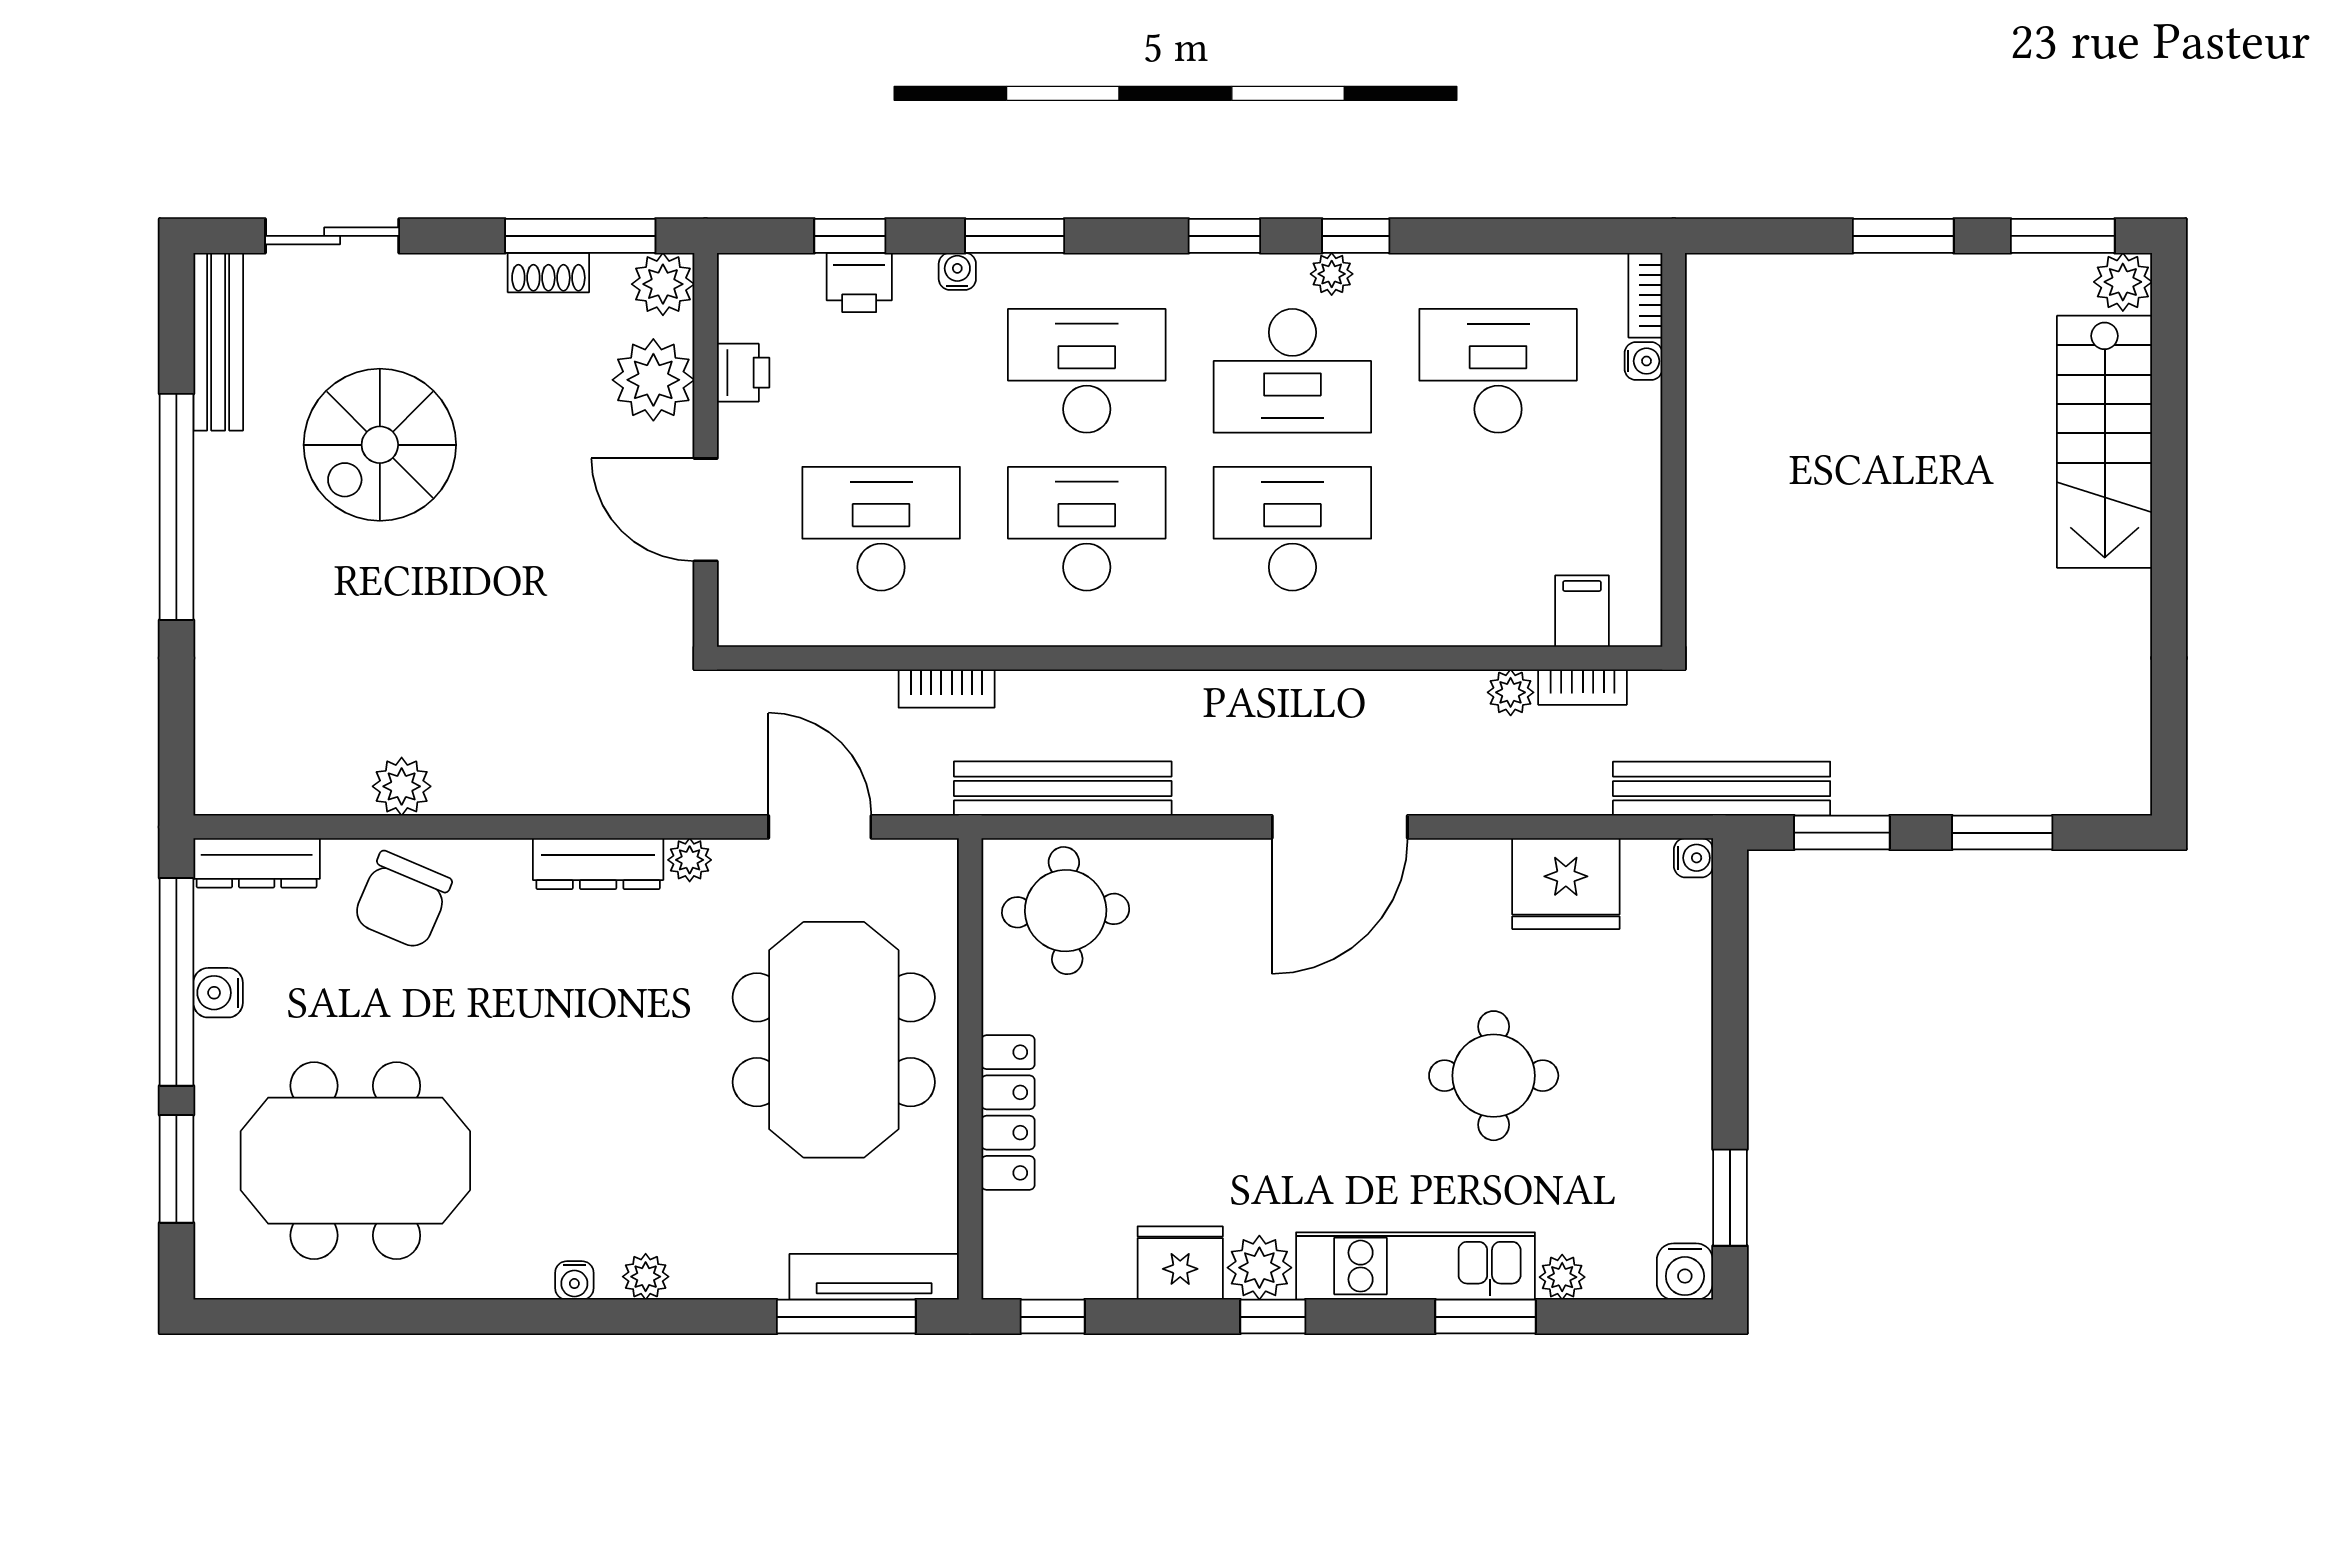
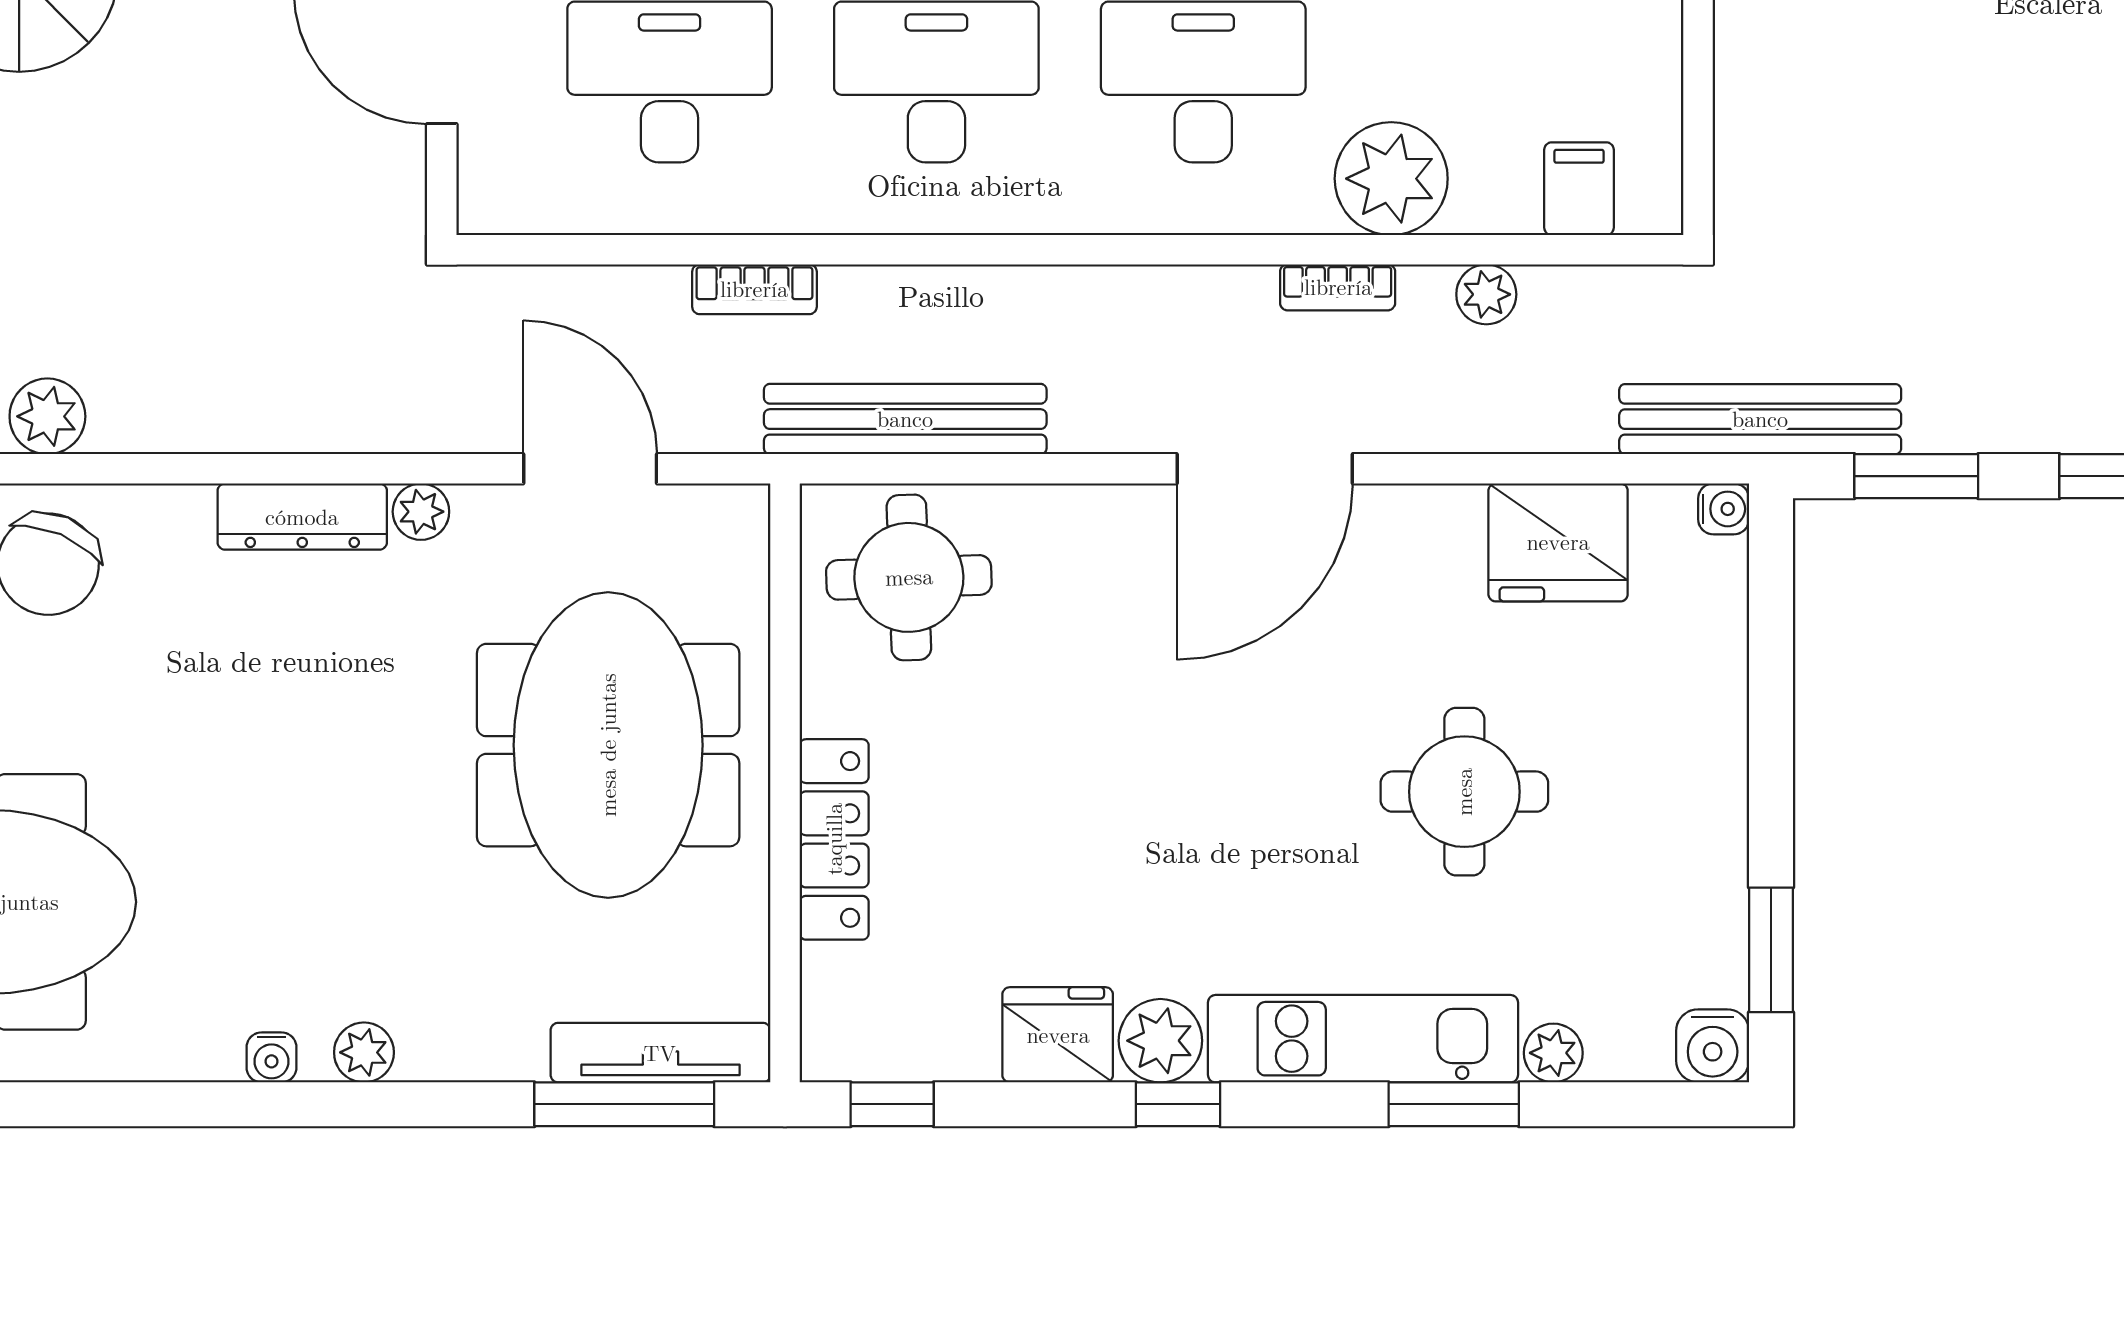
plant: (1437, 603) -> (1391, 179), added
bookcase: (1583, 687) -> (1338, 287), moved

